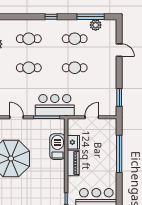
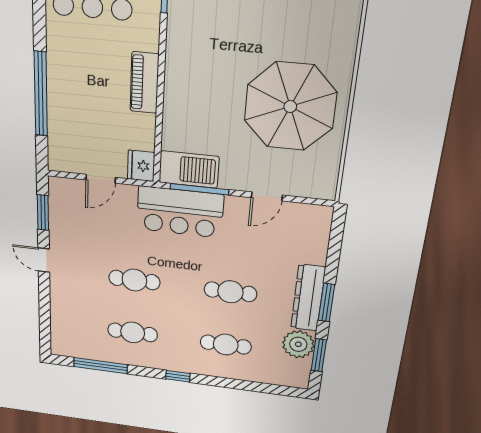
plant: (96, 25) -> (91, 350), removed
door: (119, 50) -> (44, 260), moved
door: (17, 117) -> (267, 196), hinge flipped
fridge: (73, 142) -> (141, 166), moved
barbecue: (57, 147) -> (189, 170), moved, turned -90

